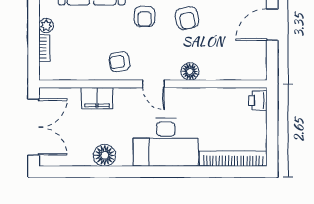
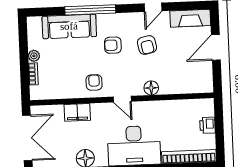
armchair: (145, 16) -> (113, 45), turned 90
armchair: (119, 62) -> (94, 82), turned 98
printer: (258, 100) -> (207, 125), moved

